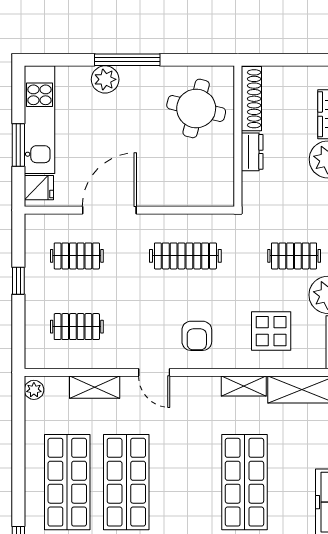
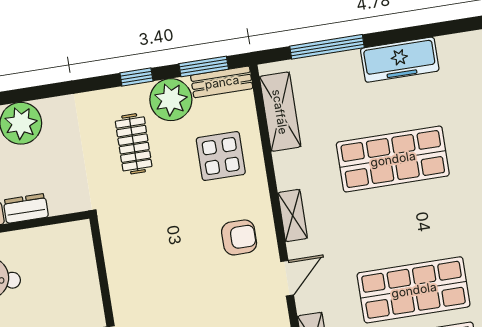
clothes rail: (185, 256) -> (153, 264), removed
shelving: (244, 386) -> (293, 215), moved

